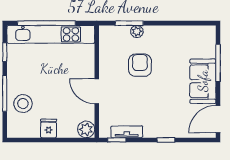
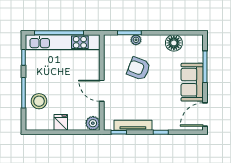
floor lamp: (181, 35) -> (174, 43), added
armchair: (140, 65) -> (139, 69), turned -69
tv unit: (127, 132) -> (133, 125), width x1.41

